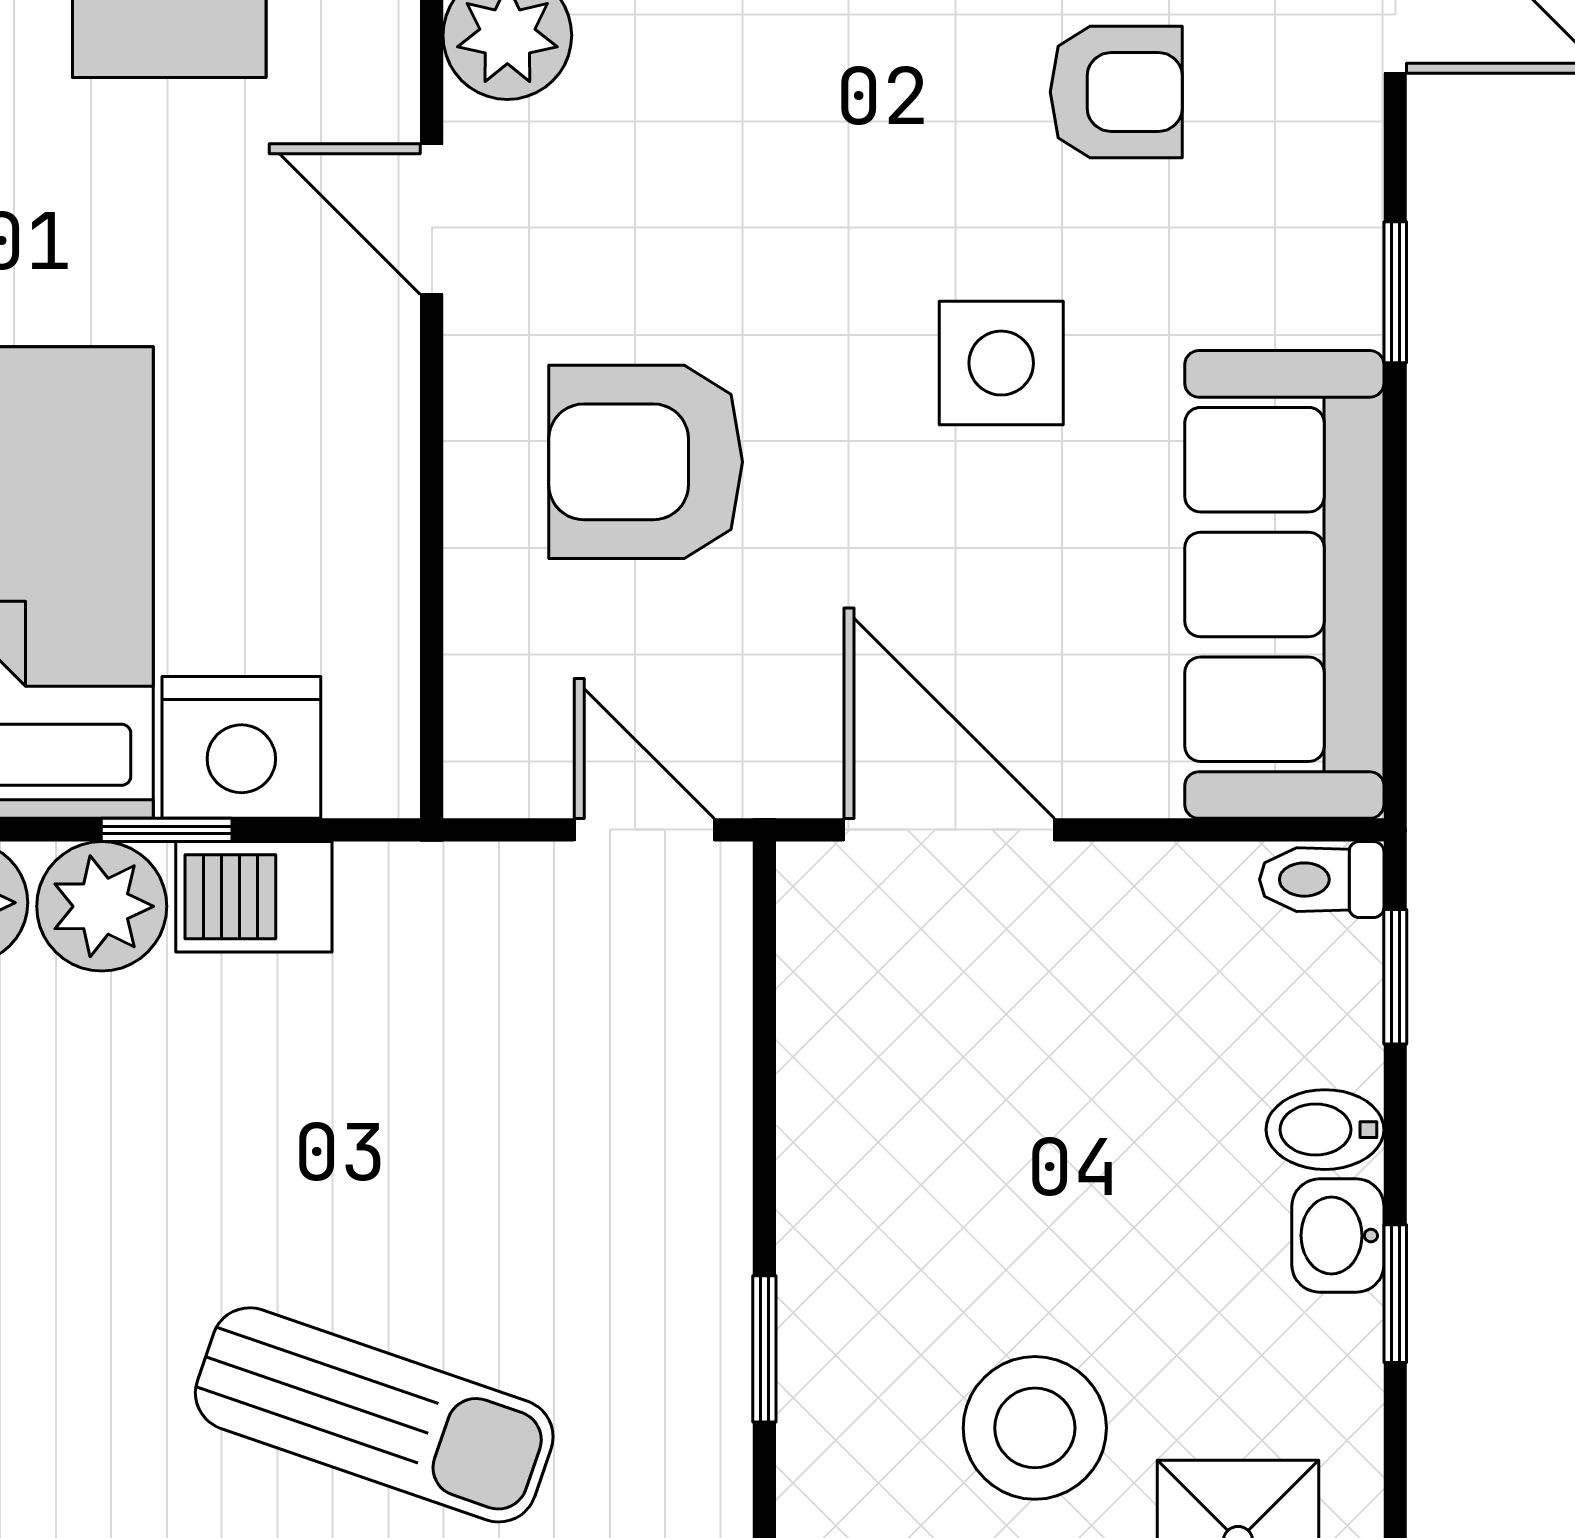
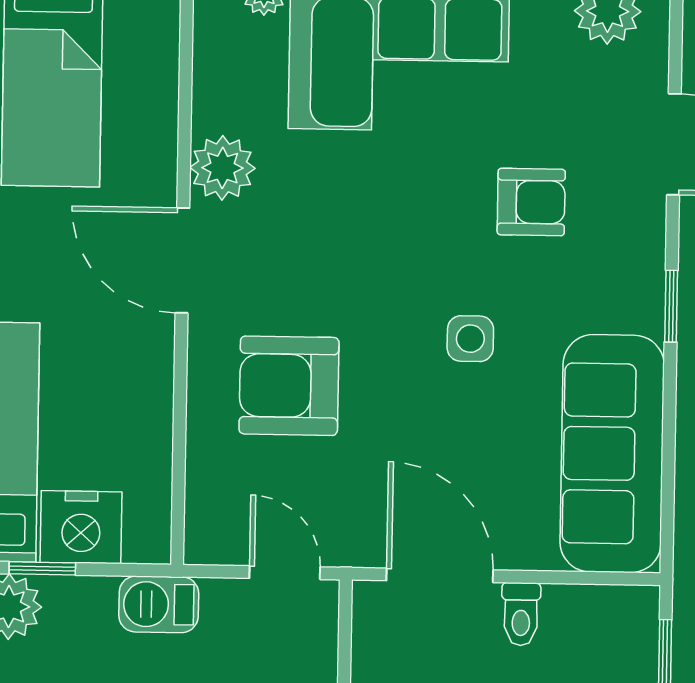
door: (432, 219) -> (182, 260), width x1.38
side table: (1001, 363) -> (470, 339), width x0.73, depth x0.73
toilet: (1322, 880) -> (521, 614), moved, turned -90
barbecue: (254, 897) -> (159, 604), moved

